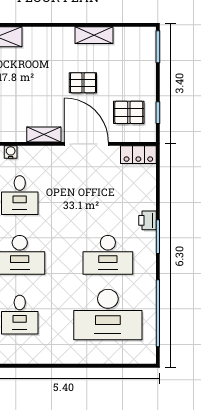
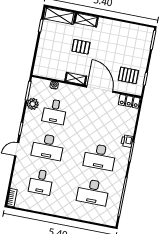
shelving: (94, 35) -> (86, 20), moved
pallet: (83, 83) -> (81, 47), moved
desk: (108, 315) -> (93, 192), width x0.73, depth x0.77

